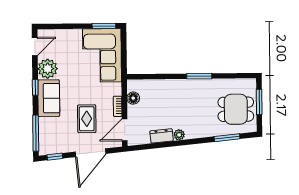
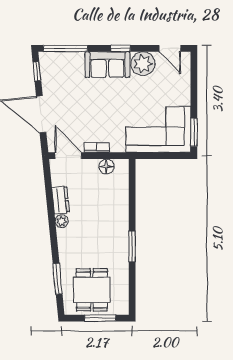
rug: (87, 119) -> (82, 110), removed

